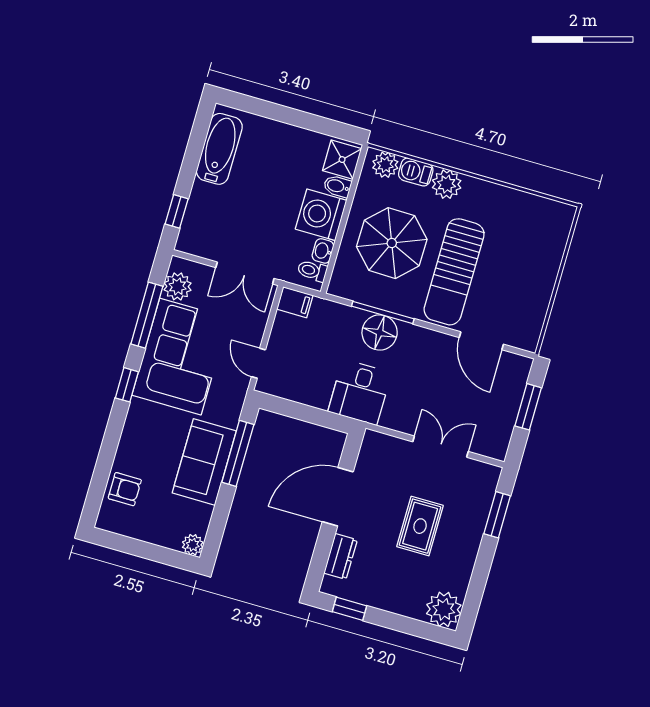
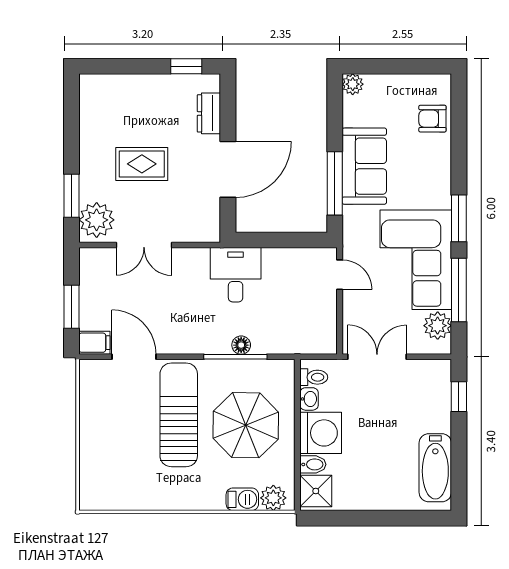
plant: (447, 184) -> (210, 496), removed
filing cabinet: (295, 302) -> (94, 343), moved, turned 180
floor lamp: (380, 333) -> (241, 345), width x0.53, depth x0.53
window: (127, 385) -> (459, 218), width x1.50
rug: (420, 526) -> (142, 164), turned 90
plant: (444, 609) -> (97, 220), moved

